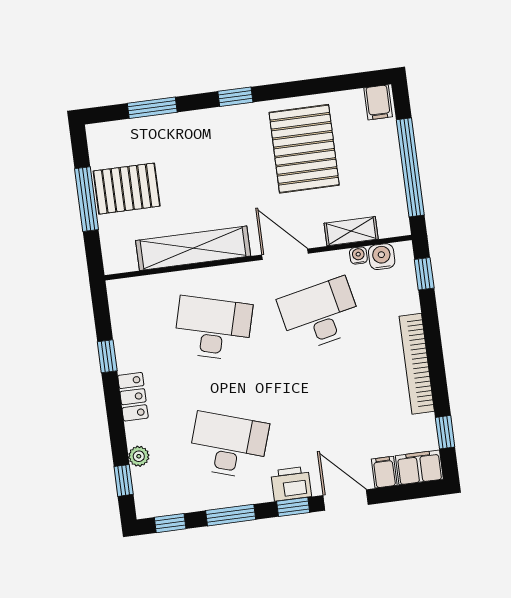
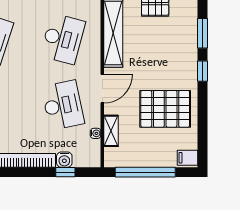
window: (152, 108) -> (202, 33), moved
water cooler: (382, 257) -> (64, 160), moved, turned 90
window: (424, 274) -> (65, 172), moved

